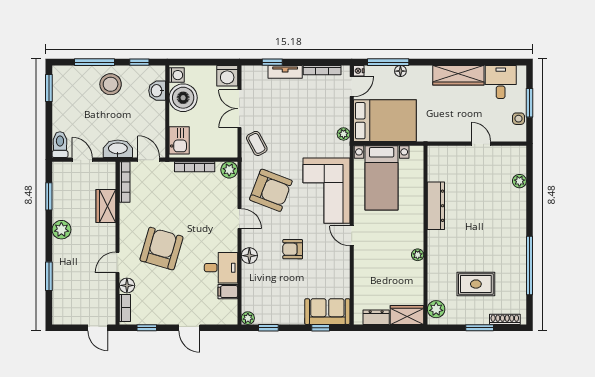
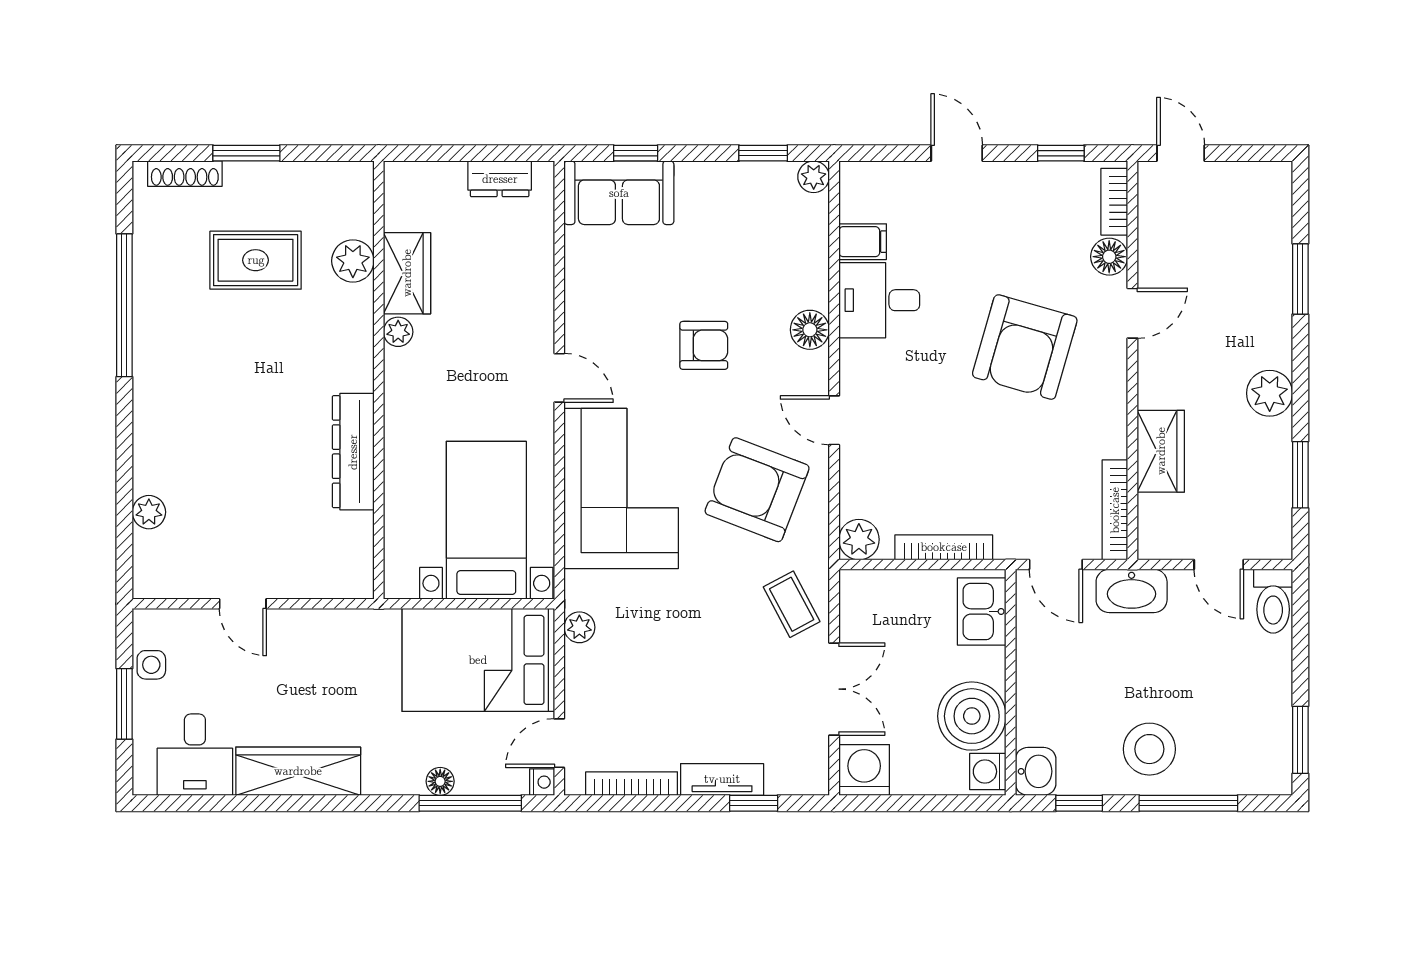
washbasin: (157, 91) -> (1036, 771), moved
plant: (436, 309) -> (353, 261), moved
wardrobe: (407, 315) -> (407, 273), moved, turned -90

